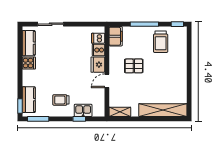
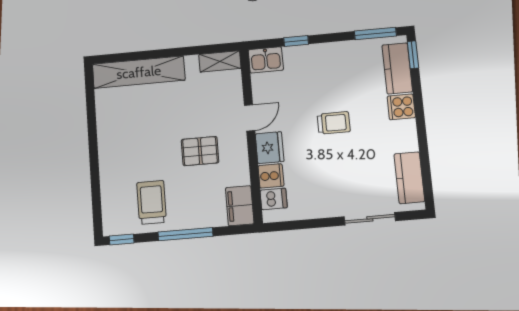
cooker: (29, 63) -> (401, 107), moved
trolley: (61, 100) -> (334, 123), moved
kitchen sink: (83, 110) -> (266, 60), moved

